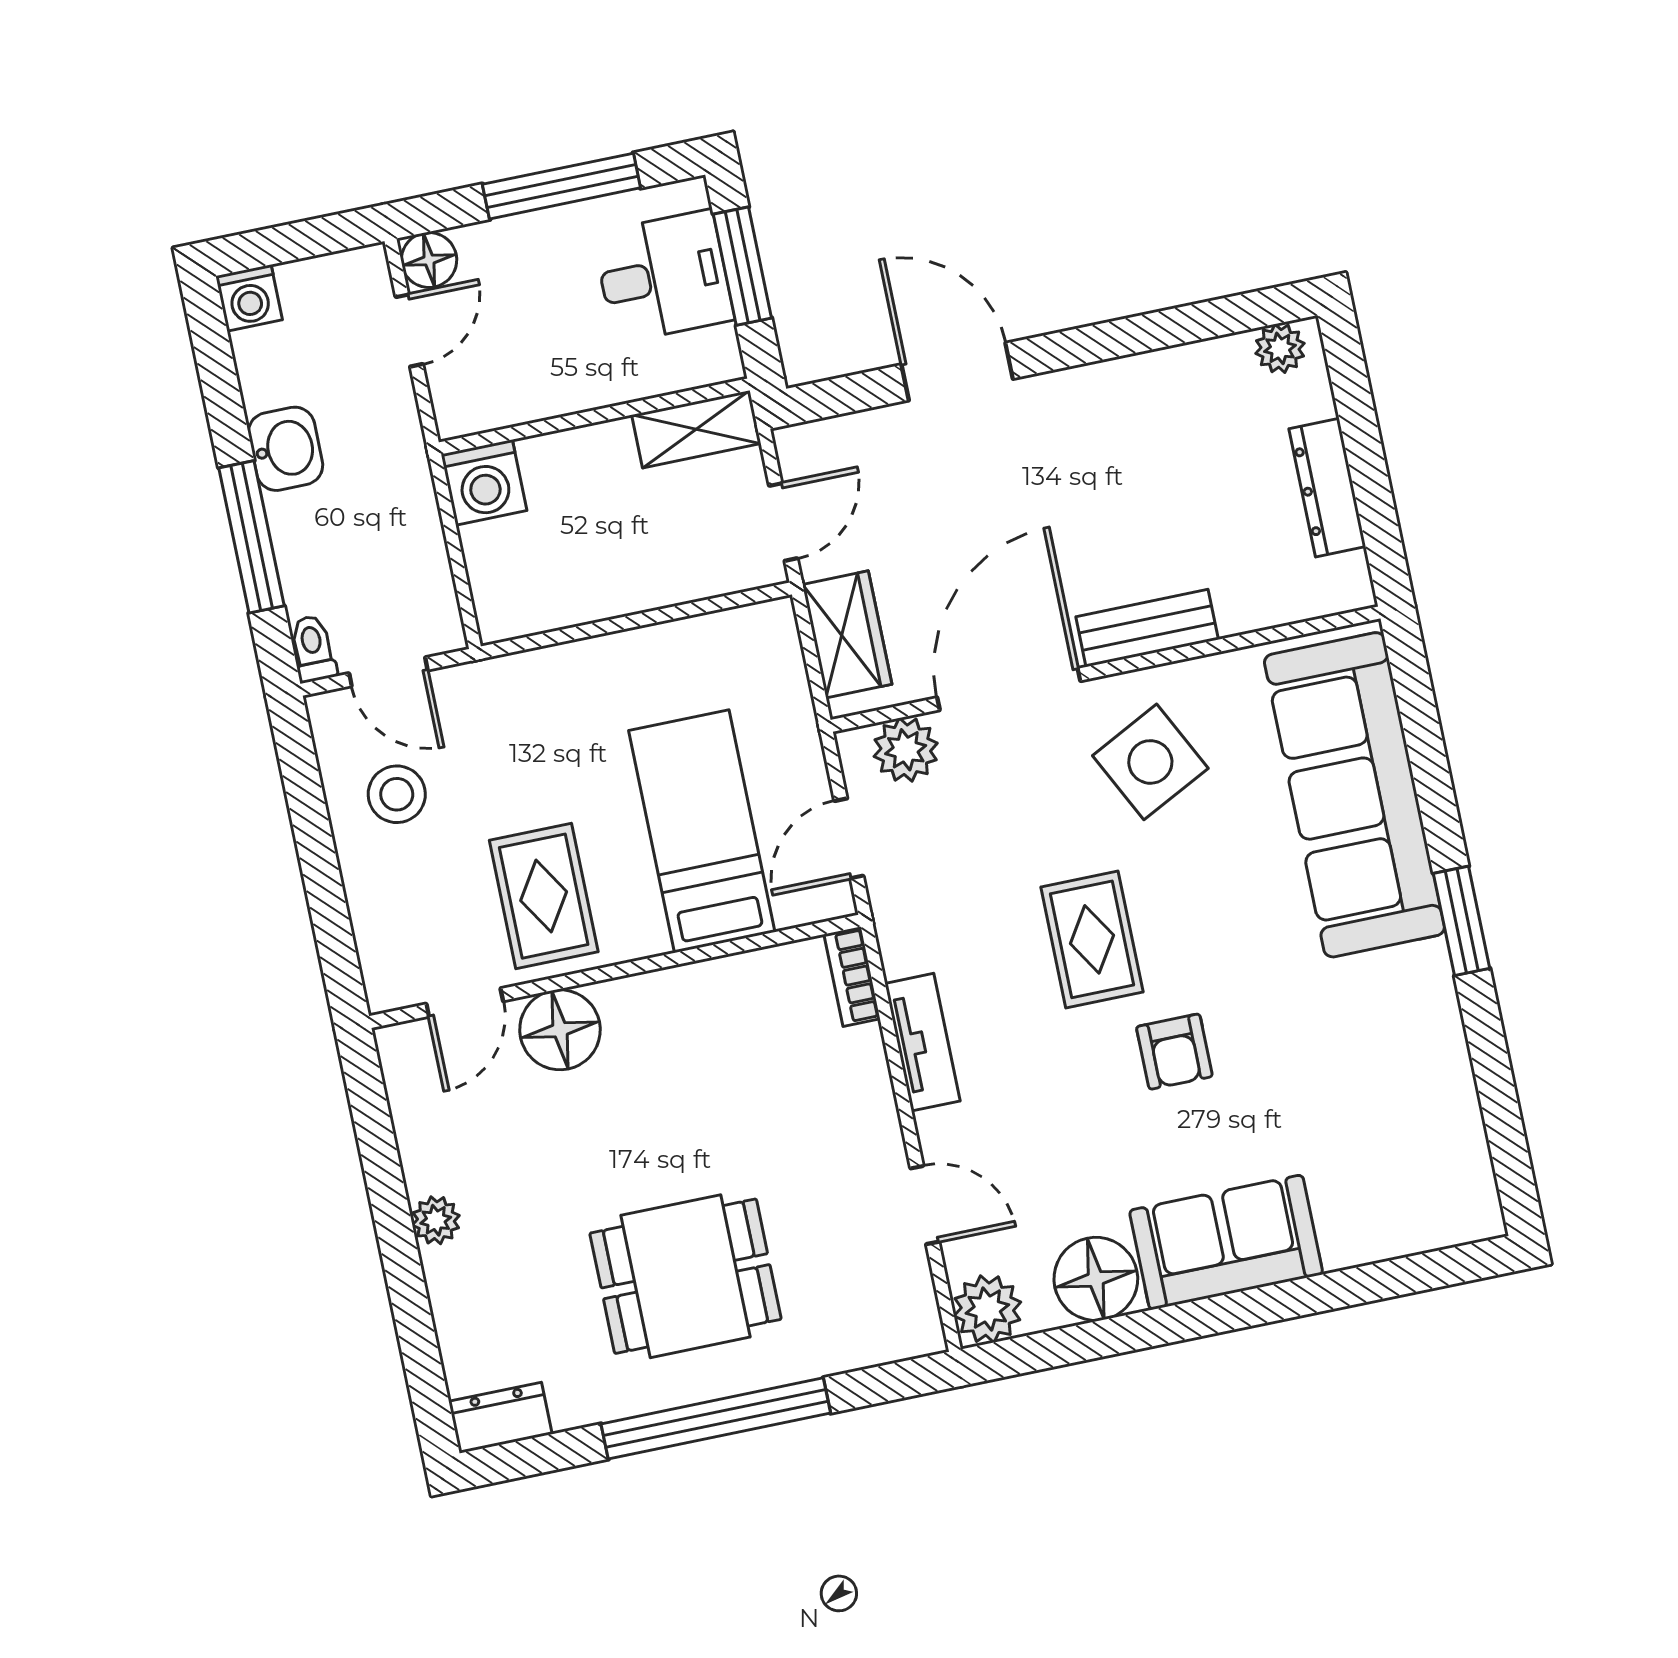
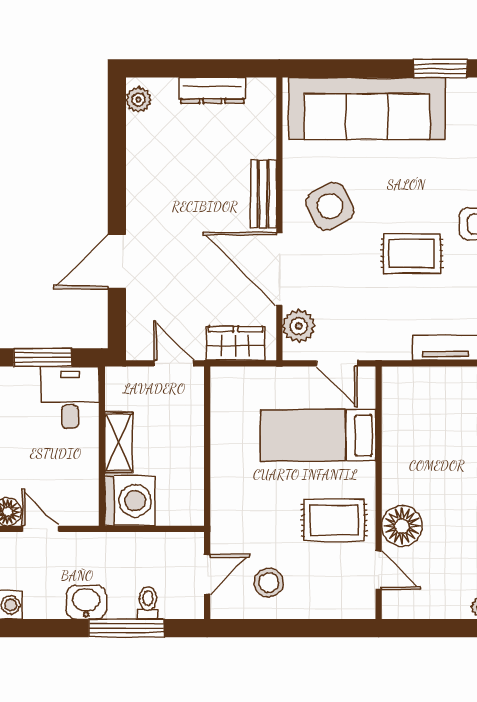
desk: (664, 276) -> (70, 397), moved
shelving: (696, 429) -> (119, 442), moved
washing machine: (484, 482) -> (130, 501), width x1.37, depth x1.37
toilet: (313, 649) -> (148, 603), moved, turned 90
bookcase: (852, 977) -> (406, 376), removed

